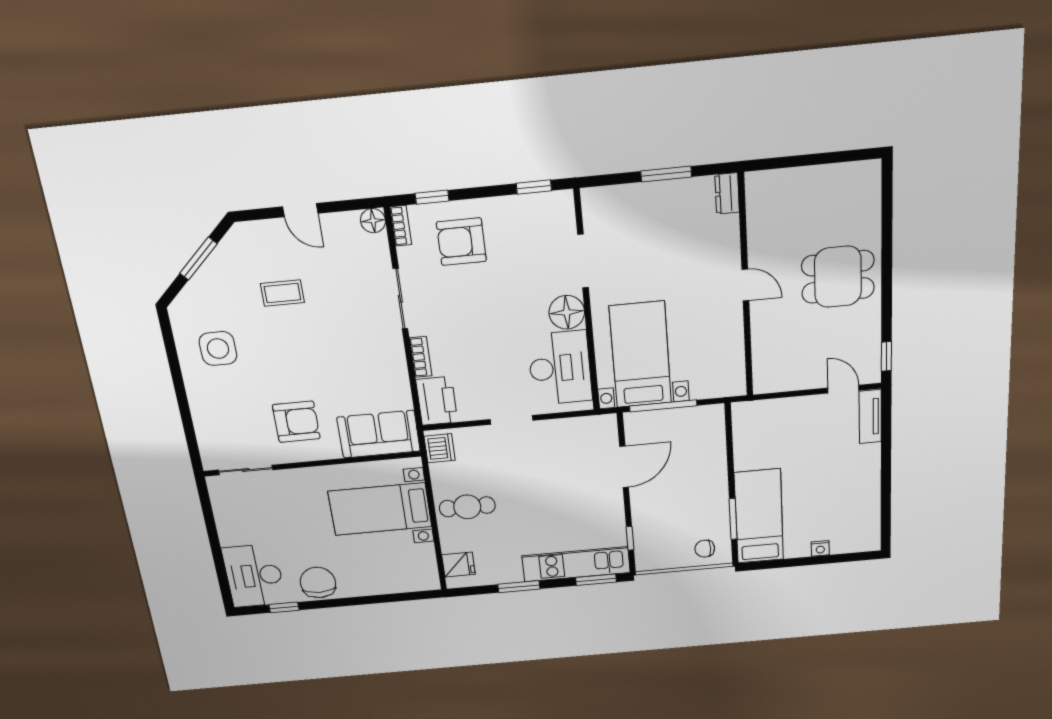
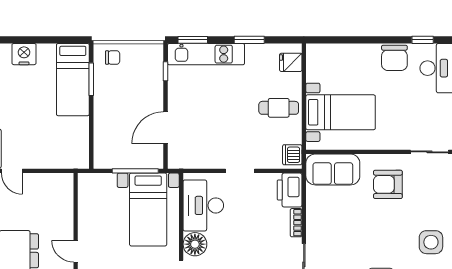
nightstand: (820, 548) -> (24, 54), width x1.89, depth x1.79

